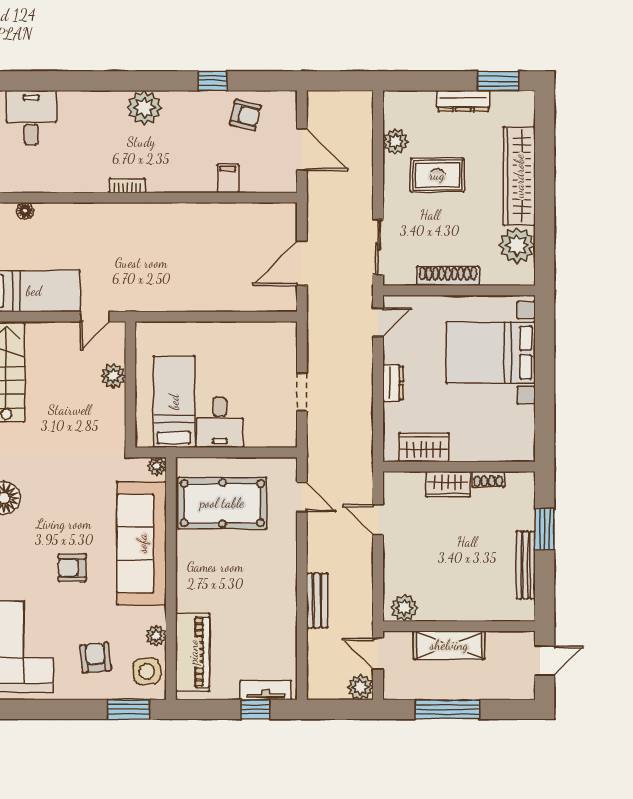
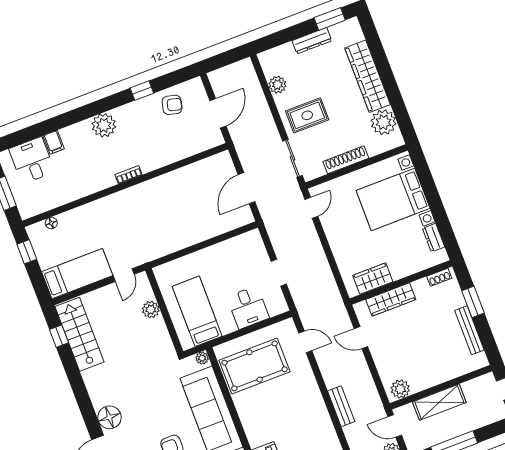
door: (302, 150) -> (218, 113), hinge flipped
rug: (437, 175) -> (307, 115), moved
filing cabinet: (228, 179) -> (54, 142), moved, turned 180
bookcase: (127, 186) -> (128, 175), moved
dresser: (393, 383) -> (434, 238), moved, turned 180
desk: (220, 422) -> (248, 307), moved
shoe rack: (488, 479) -> (439, 277), moved
wardrobe: (448, 484) -> (391, 300), width x1.50

